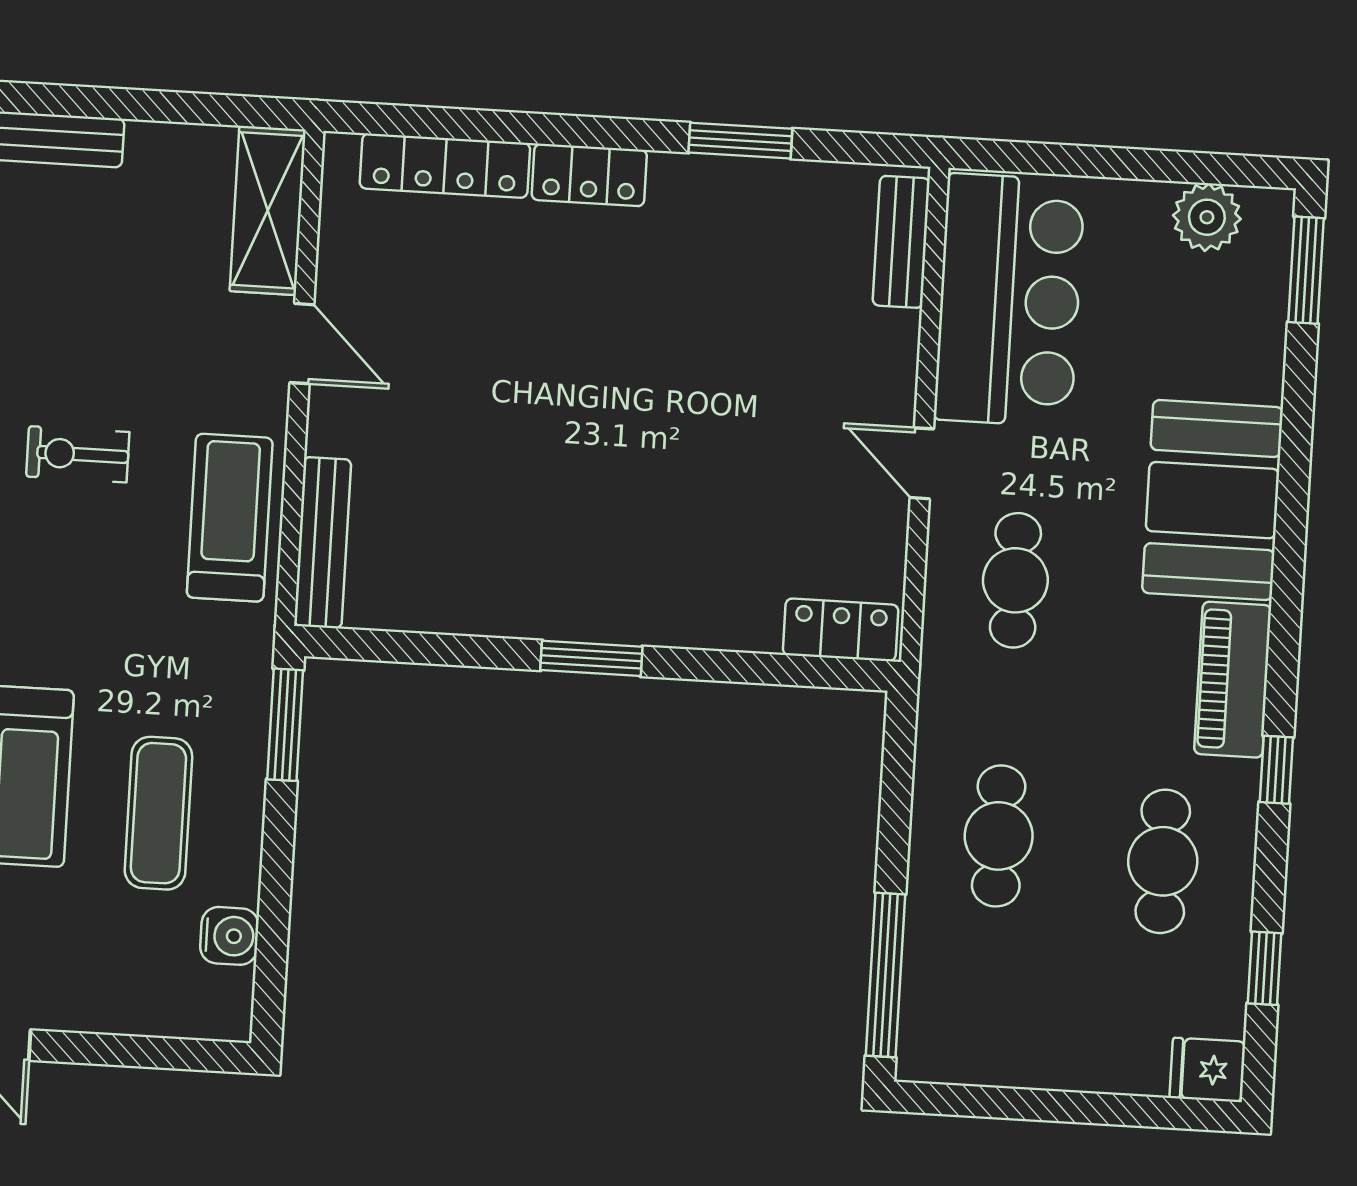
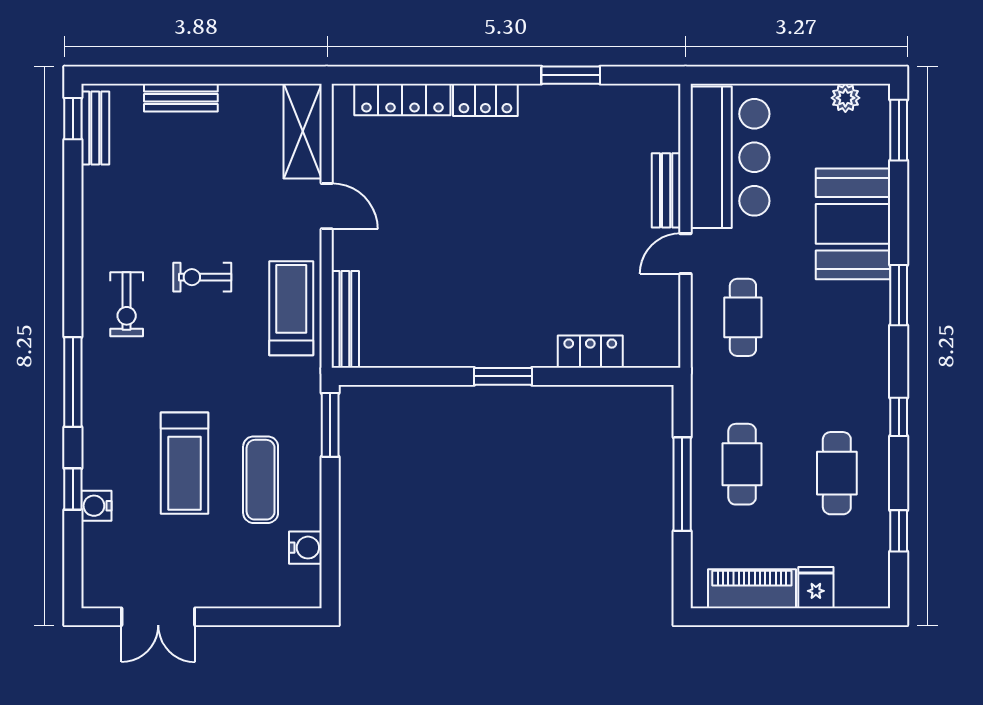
plant: (1207, 217) -> (845, 98), width x0.73, depth x0.73
bench: (901, 242) -> (666, 190), moved
door: (922, 463) -> (685, 254), hinge flipped
booth: (1213, 500) -> (853, 224), moved
window: (1289, 558) -> (899, 295), added
locker: (841, 630) -> (590, 352), moved
piano: (1233, 680) -> (752, 589), moved, turned 90
window: (886, 975) -> (682, 484), moved
fridge: (1207, 1070) -> (816, 588), moved, turned 90

